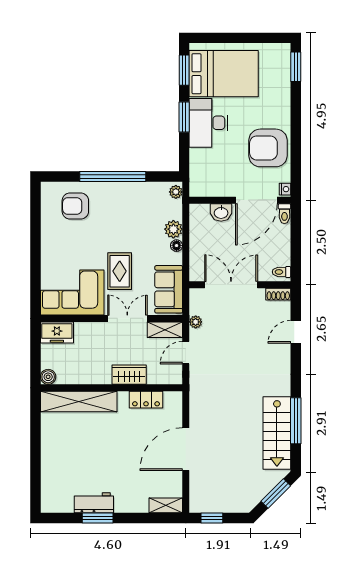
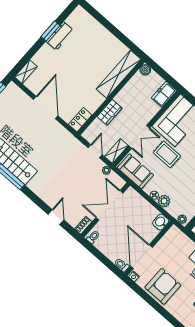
washbasin: (221, 212) -> (161, 222), moved
double door: (231, 285) -> (109, 205), swing flipped
locker: (146, 400) -> (80, 120), moved

